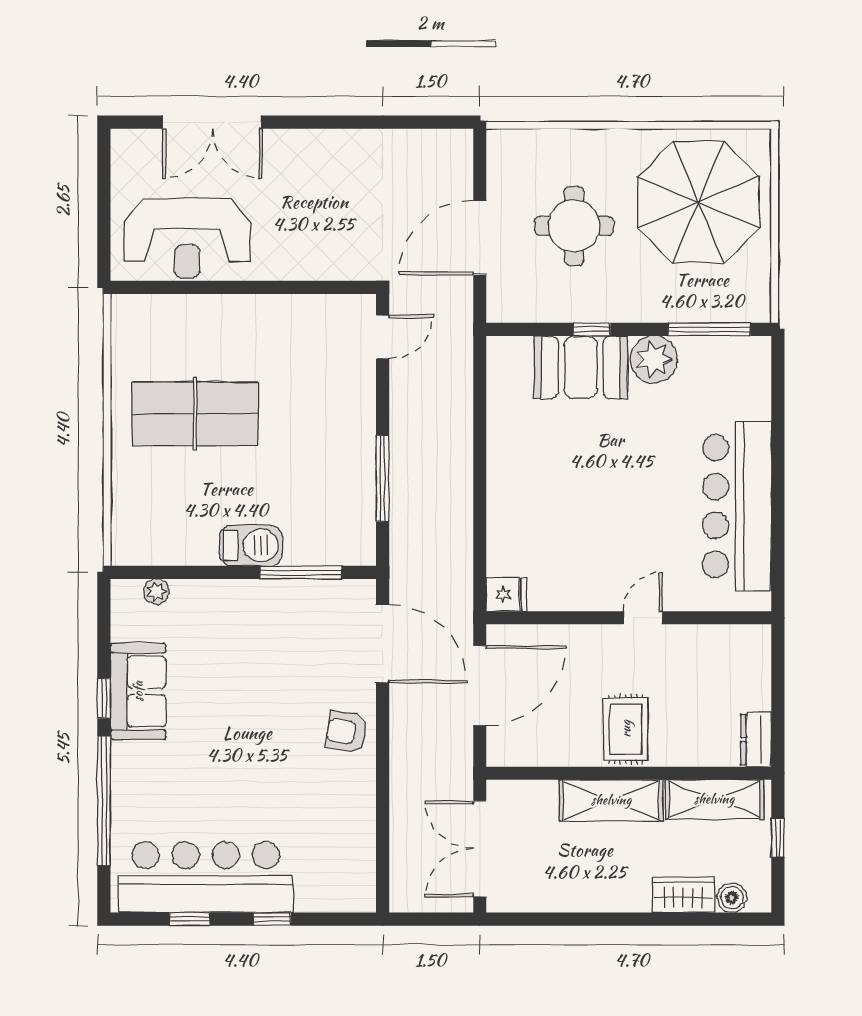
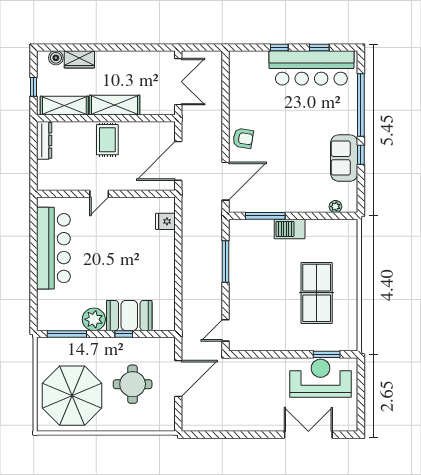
window: (174, 287) -> (327, 354), added
table tennis table: (195, 414) -> (317, 293), turned 90
fridge: (506, 594) -> (165, 221), moved
door: (383, 644) -> (226, 181), swing flipped
dresser: (756, 740) -> (44, 140), width x1.44

